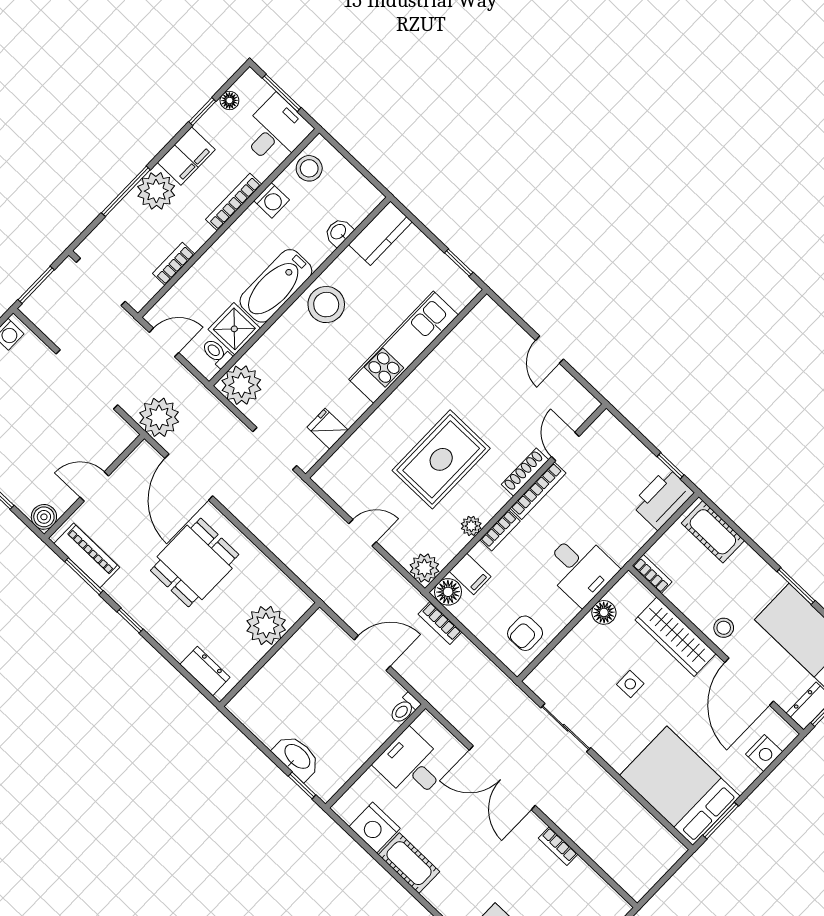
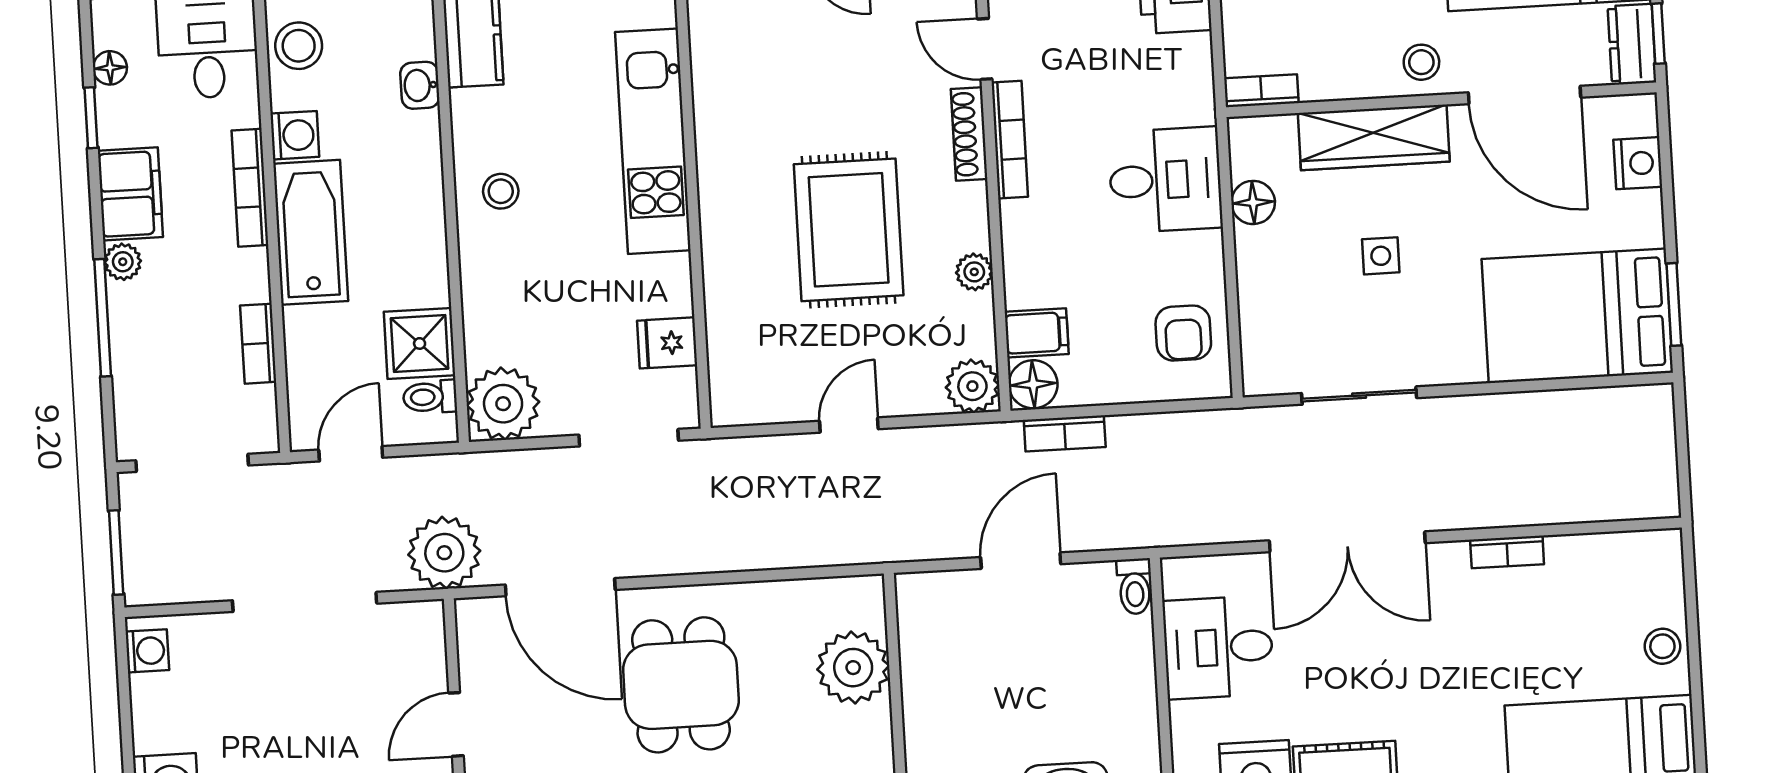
plant: (156, 191) -> (123, 262), width x0.53, depth x0.53
bathtub: (276, 286) -> (311, 232), moved, turned 180
stool: (326, 305) -> (501, 191), width x0.53, depth x0.53
bookcase: (500, 530) -> (1016, 239), removed

